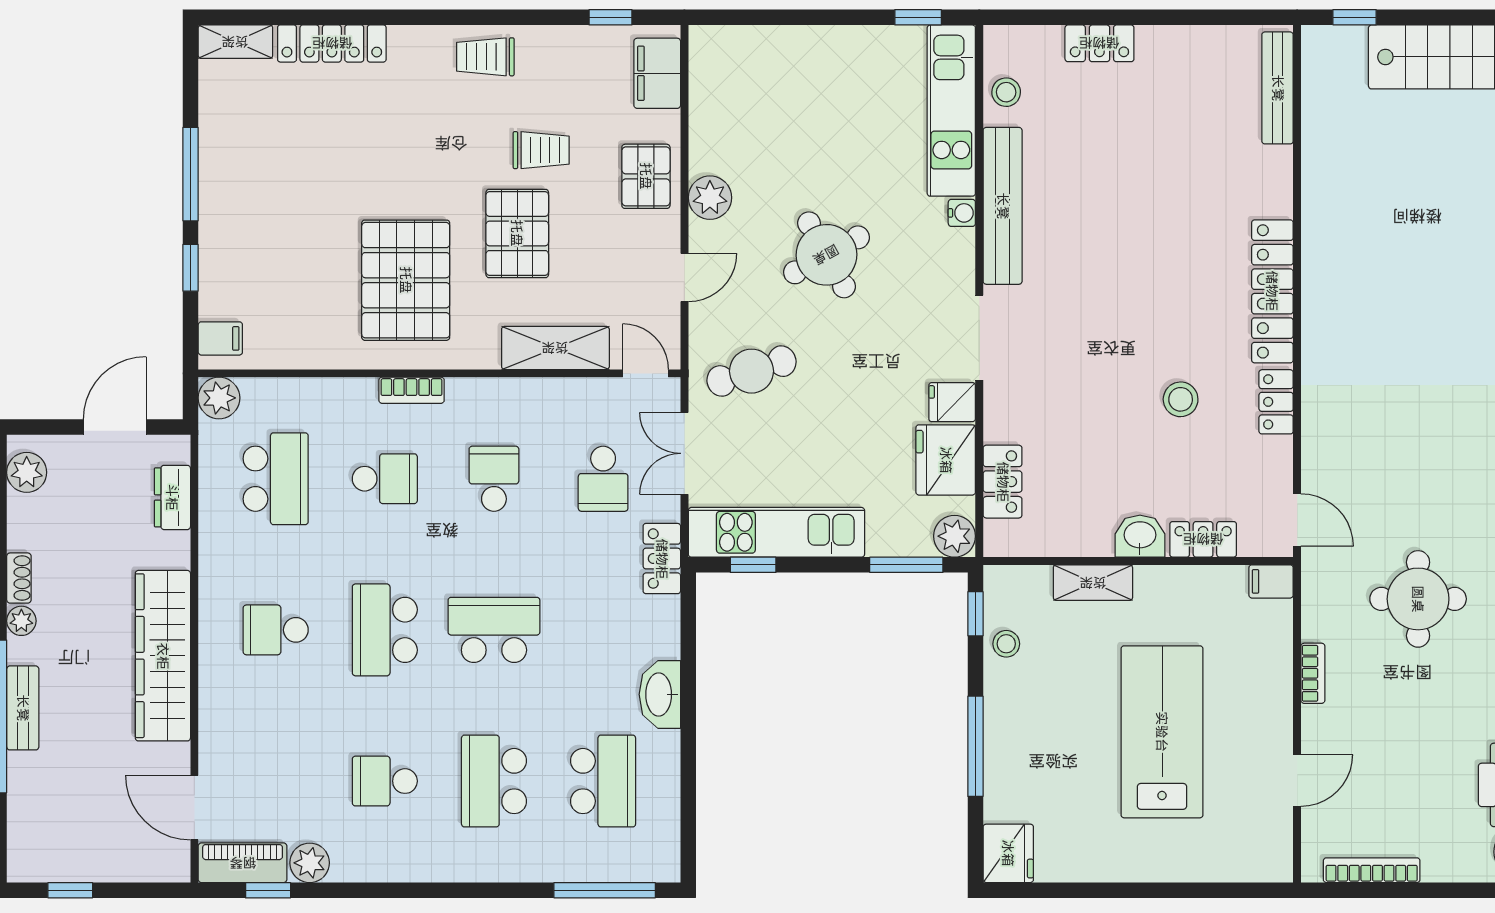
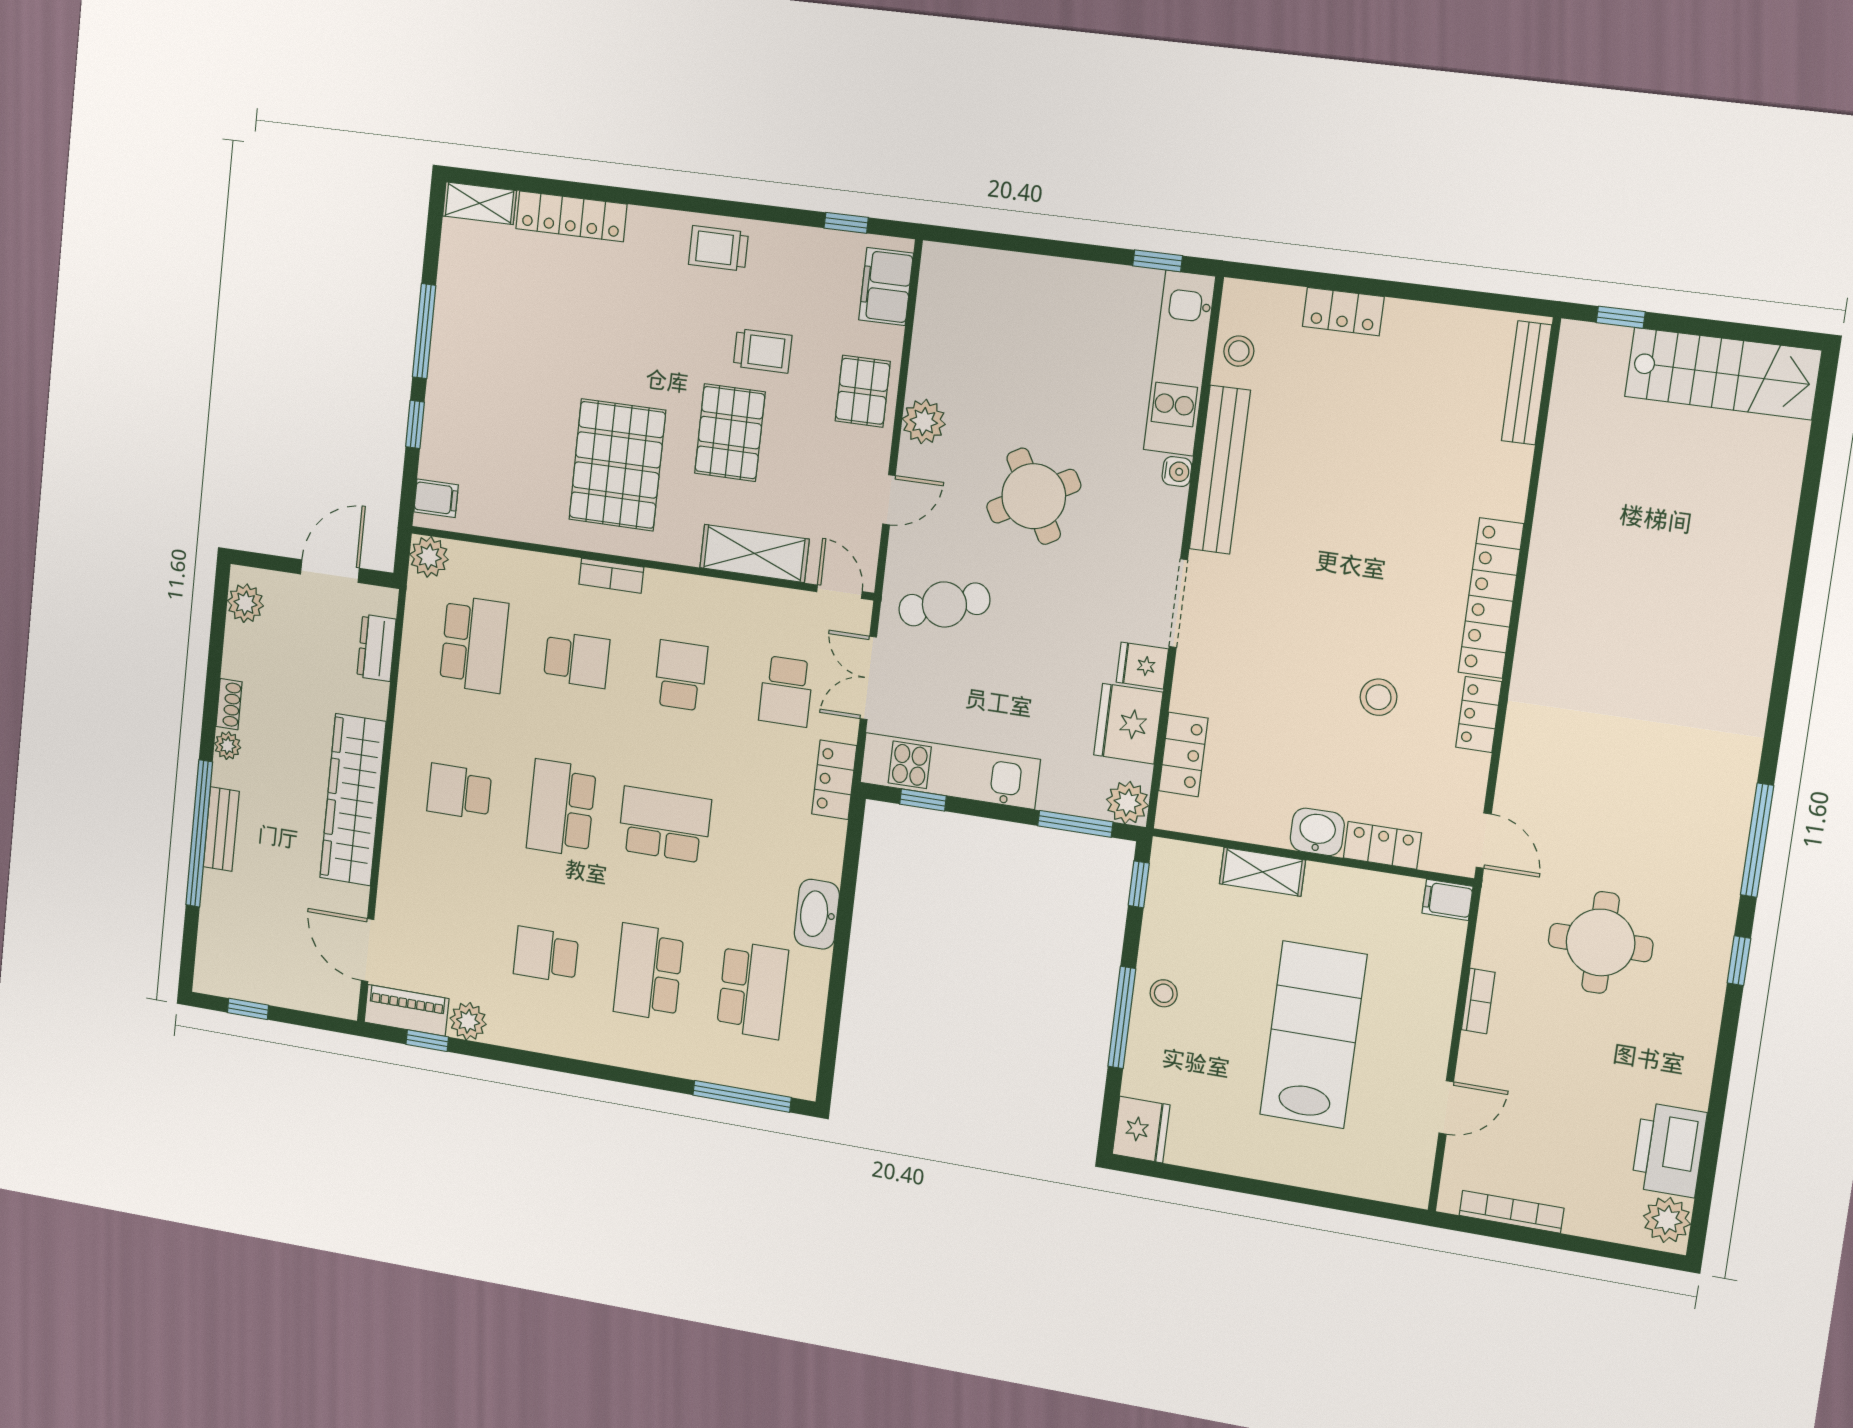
stool: (1006, 644) -> (1164, 993), moved

